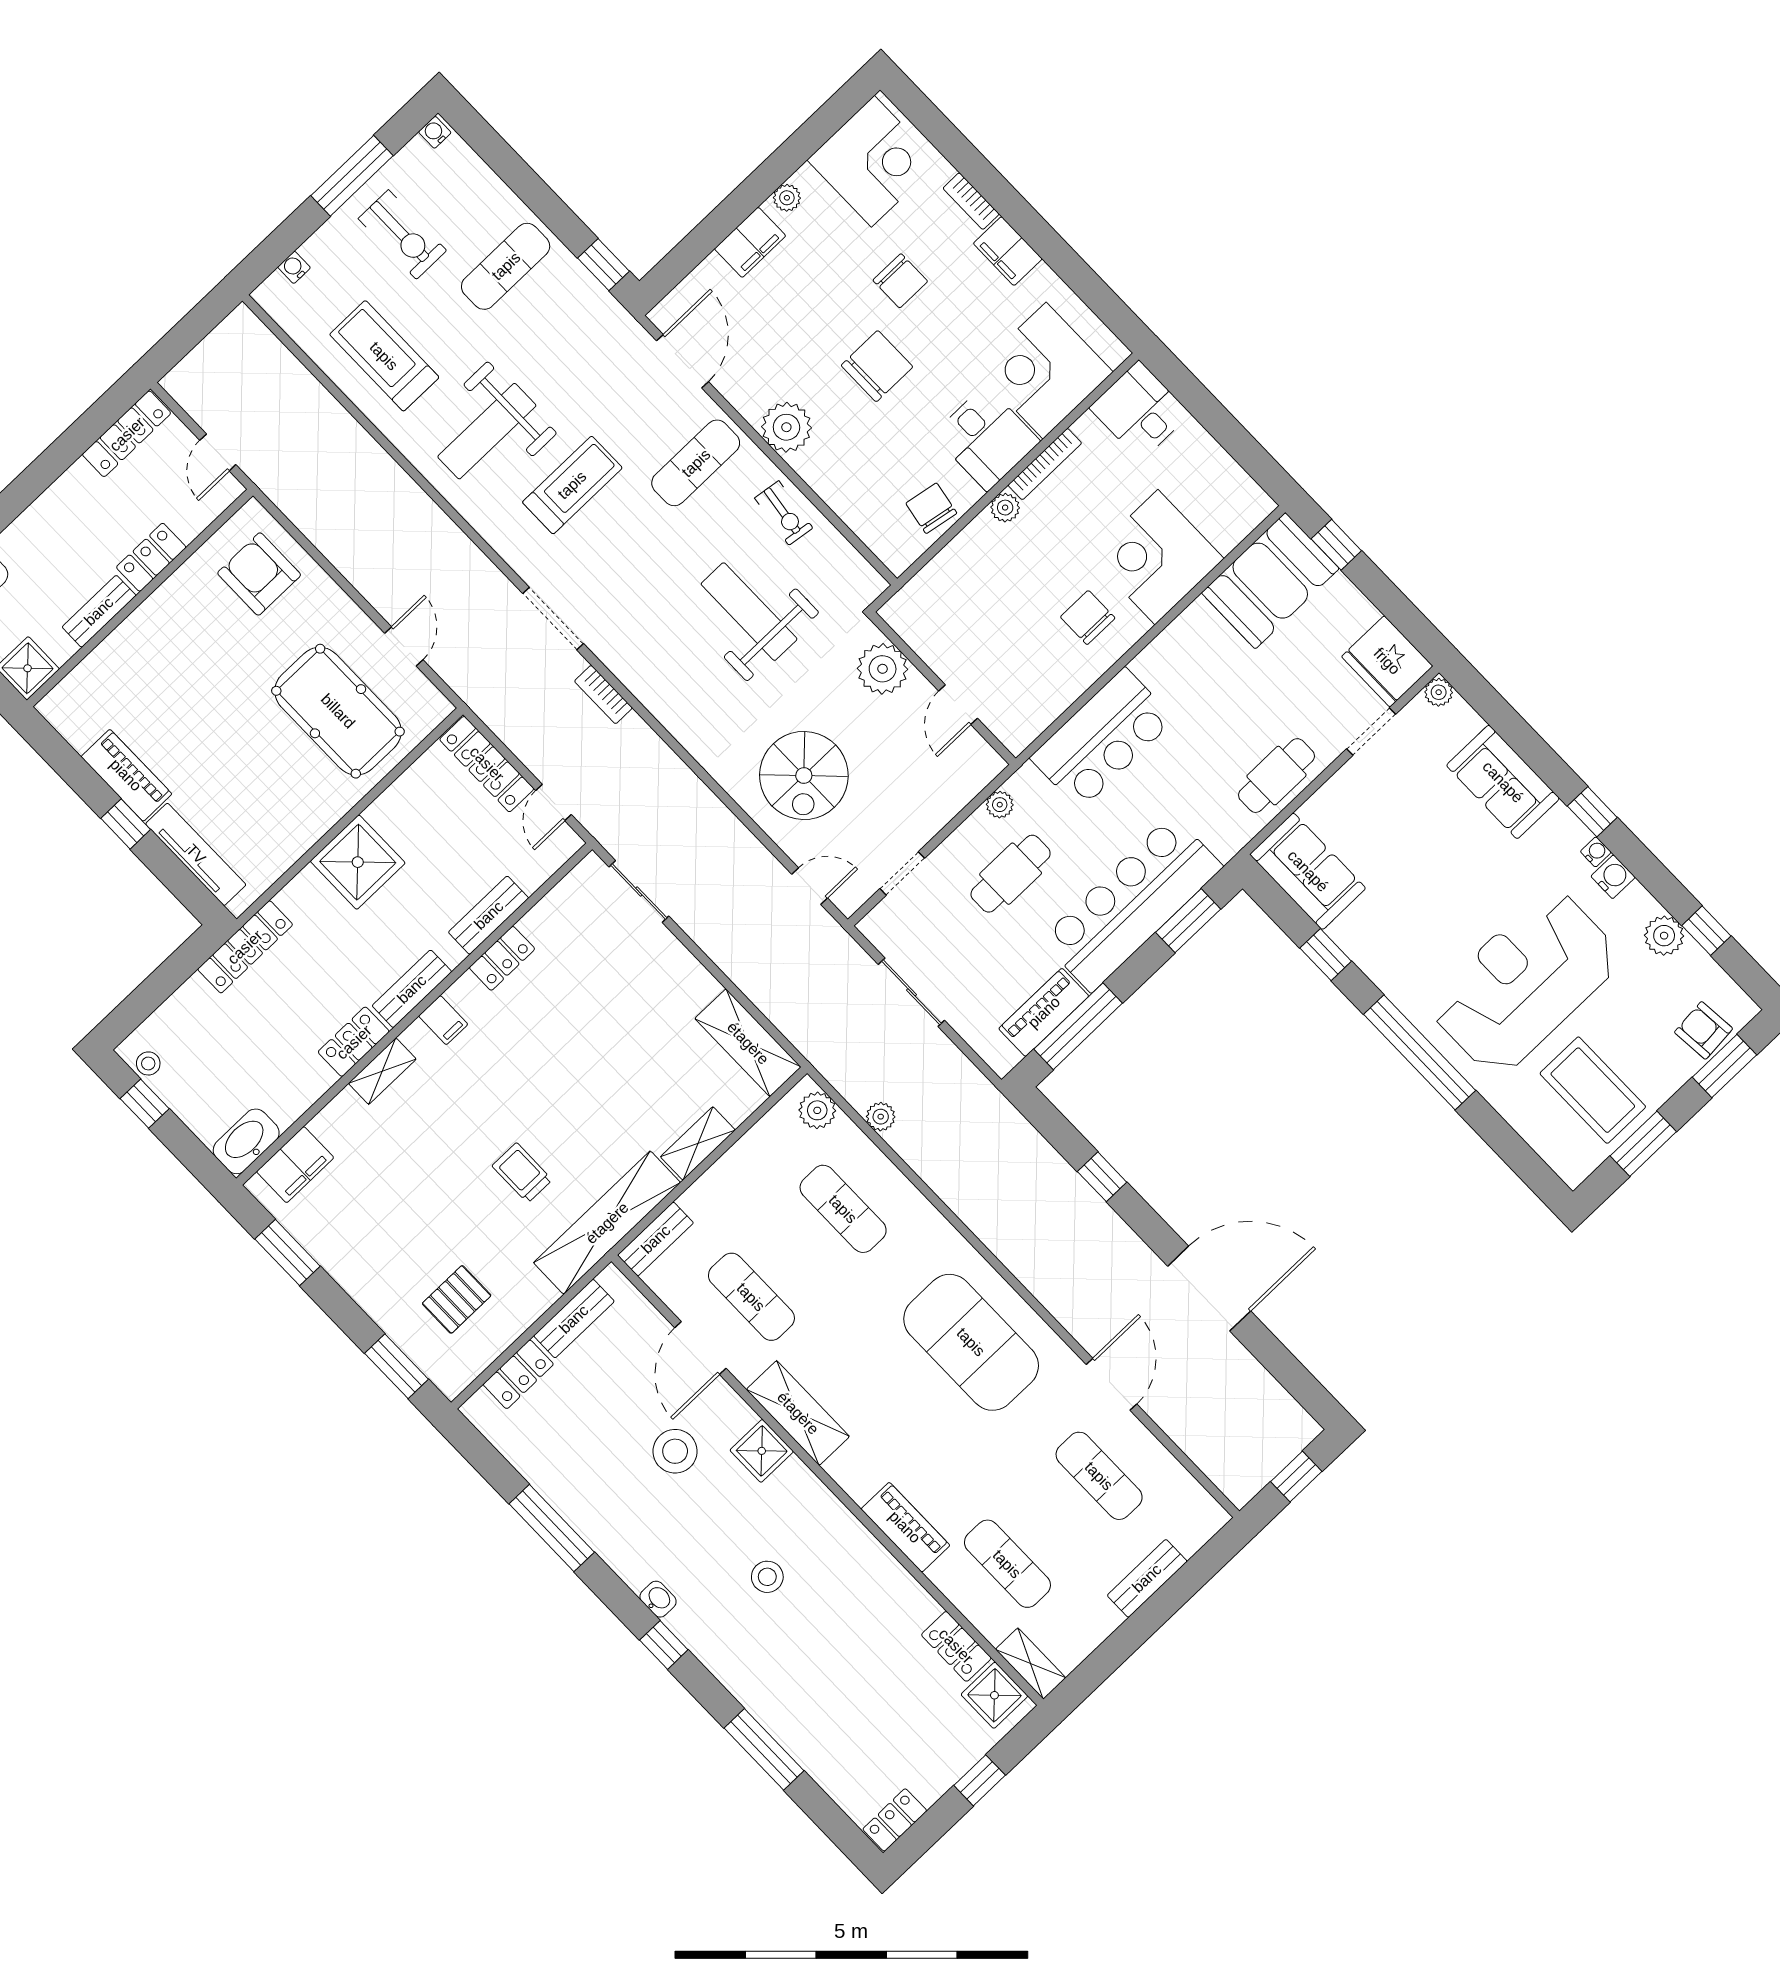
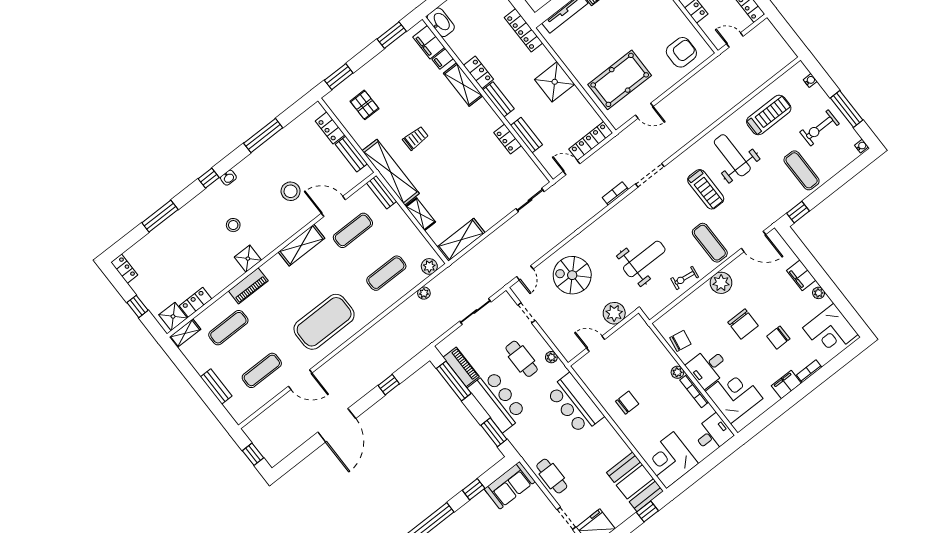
corner desk: (1157, 557) -> (670, 460), moved, turned -90
bar counter: (1132, 903) -> (497, 401), width x0.73
filing cabinet: (443, 1020) -> (443, 59), moved
shelving: (382, 1071) -> (463, 85), width x1.50, depth x1.33
shower: (762, 1451) -> (248, 259), moved

